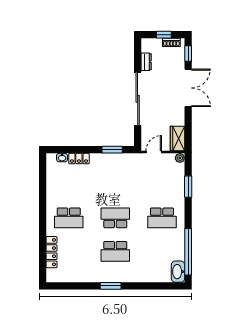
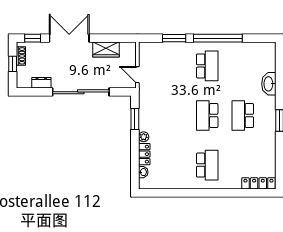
wardrobe: (177, 139) -> (106, 50), moved
plant: (180, 158) -> (144, 137), moved
school desk: (115, 251) -> (243, 115), turned 180
locker: (51, 252) -> (258, 183), moved
window: (188, 252) -> (218, 38), moved
washbasin: (178, 272) -> (269, 84), moved, turned 90

